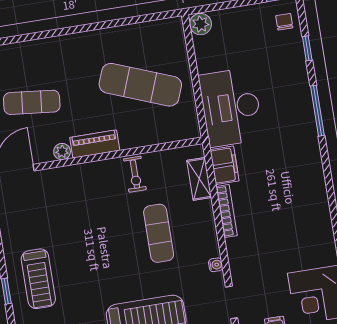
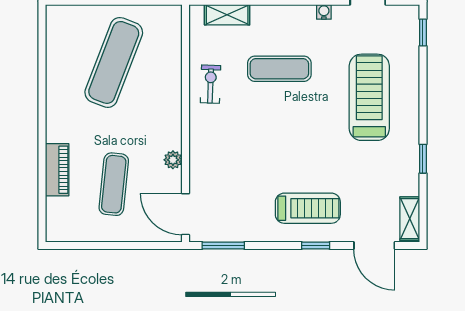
piano: (95, 144) -> (57, 170), moved, turned 180
exercise bike: (135, 174) -> (211, 84), turned -88

